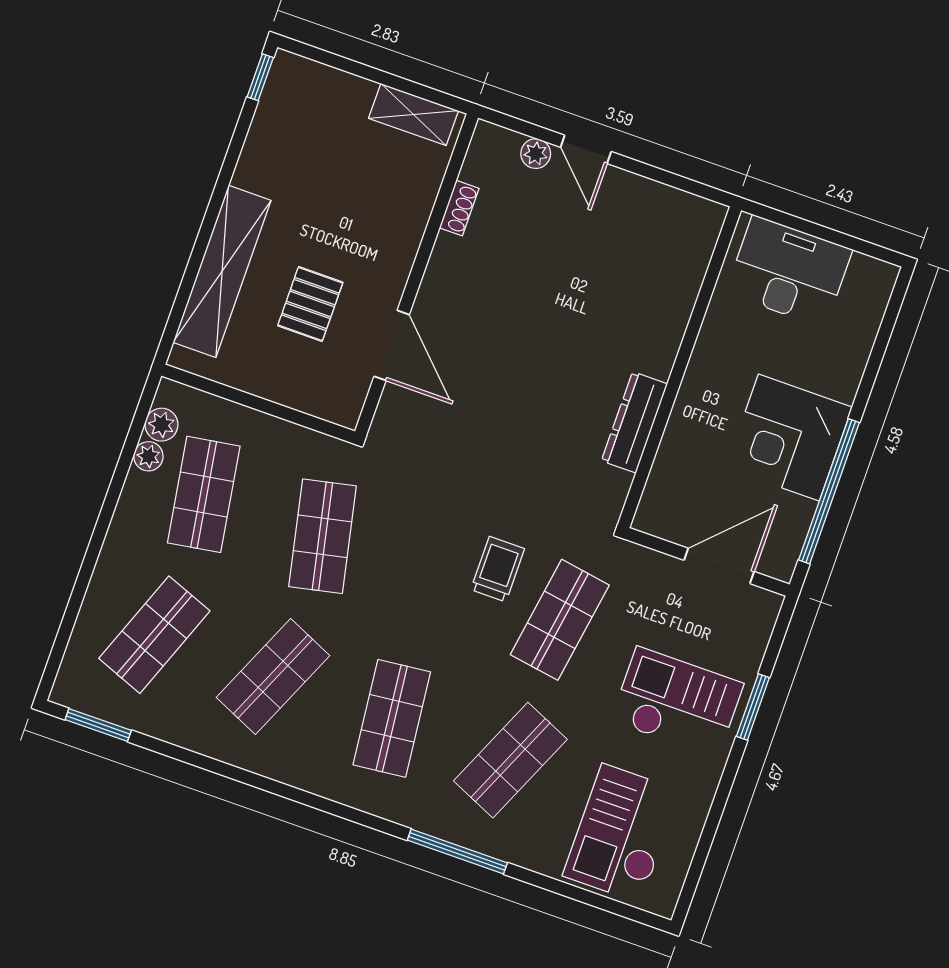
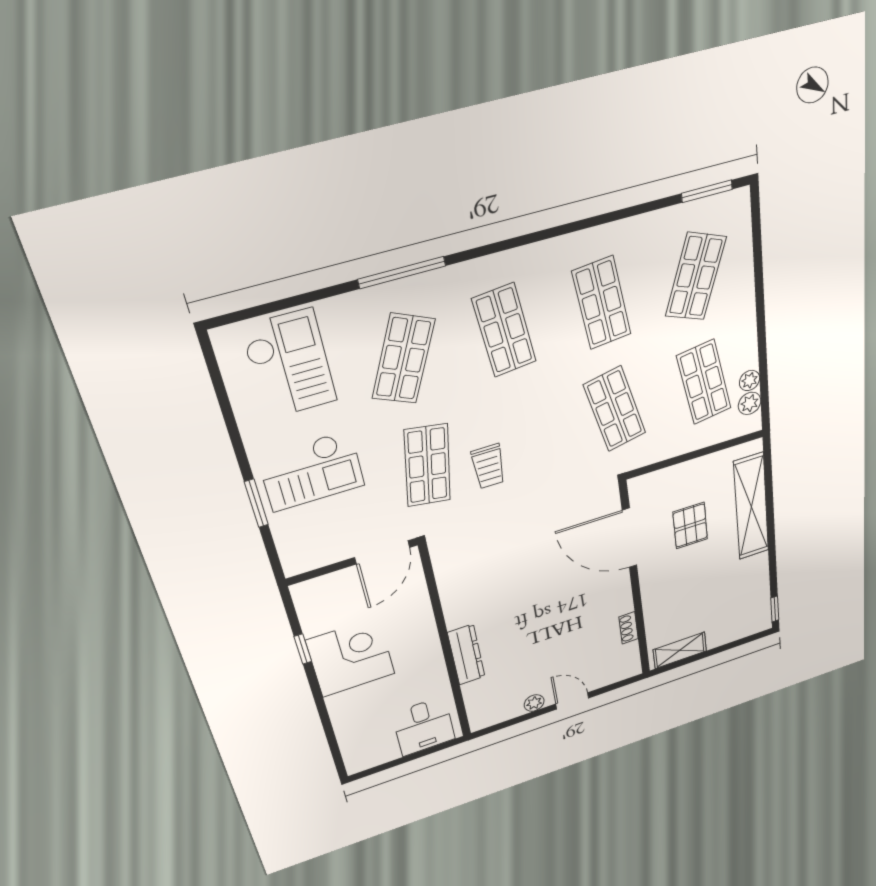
plant: (536, 154) -> (534, 703), moved
desk: (789, 271) -> (424, 726), width x0.73
door: (392, 345) -> (629, 538), width x1.36
dresser: (634, 422) -> (466, 655), moved
window: (829, 491) -> (303, 649), width x0.32
door: (719, 566) -> (382, 552), moved
shop shelf: (273, 676) -> (602, 303), turned -30

